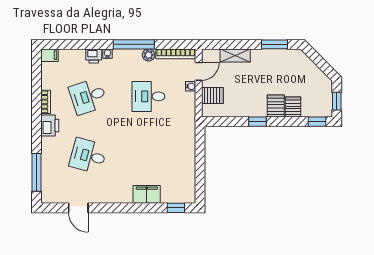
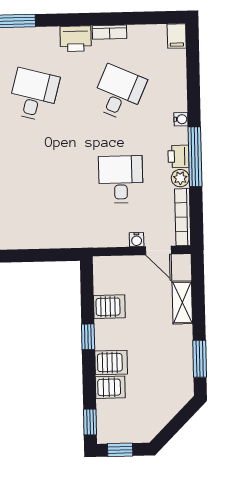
printer: (94, 56) -> (178, 156), moved
server rack: (212, 95) -> (109, 307), moved, turned -90
desk: (88, 96) -> (119, 93), turned 42

